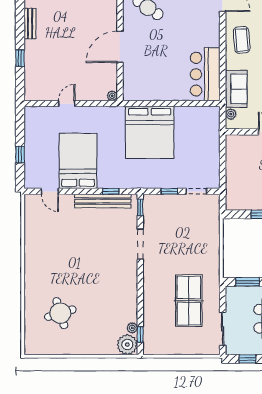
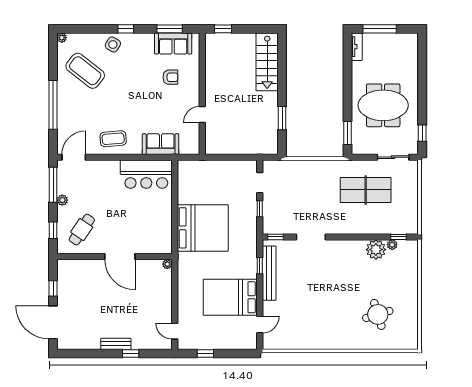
bench: (30, 24) -> (116, 344), moved
door: (67, 104) -> (175, 331), moved
plant: (231, 114) -> (185, 149), removed
window: (20, 155) -> (205, 353), moved
plant: (127, 345) -> (376, 250), moved

